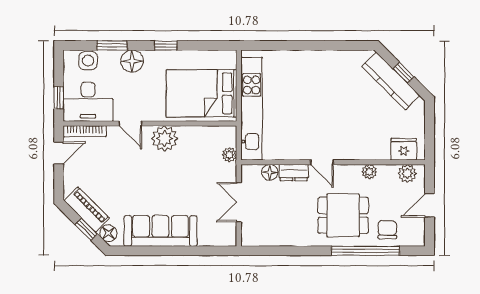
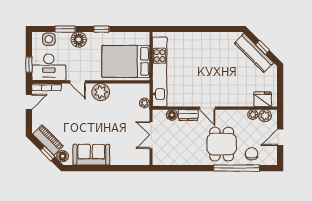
plant: (369, 172) -> (253, 115), moved
dining table: (343, 215) -> (222, 144), turned 90
sofa: (160, 231) -> (91, 155), width x0.73

